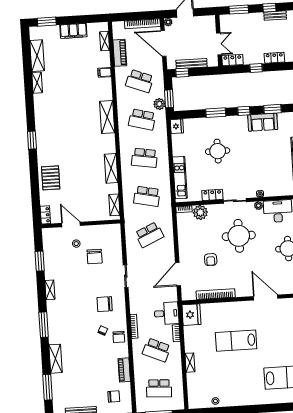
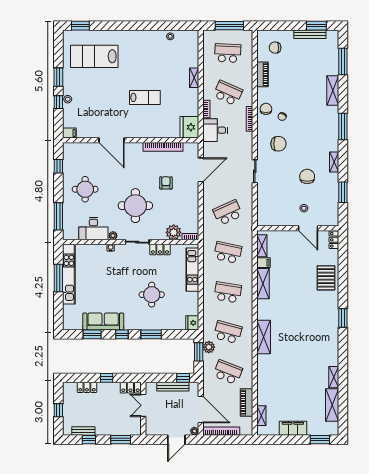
filing cabinet: (105, 72) -> (263, 263), moved
sofa: (263, 122) -> (103, 322), width x1.36
chair: (95, 257) -> (307, 176), moved
lab bench: (236, 341) -> (145, 97), width x0.73, depth x0.72

